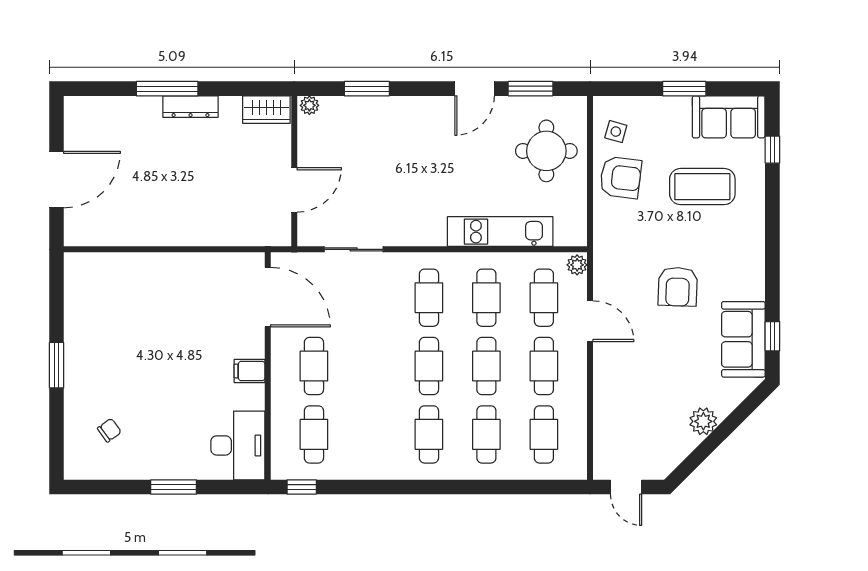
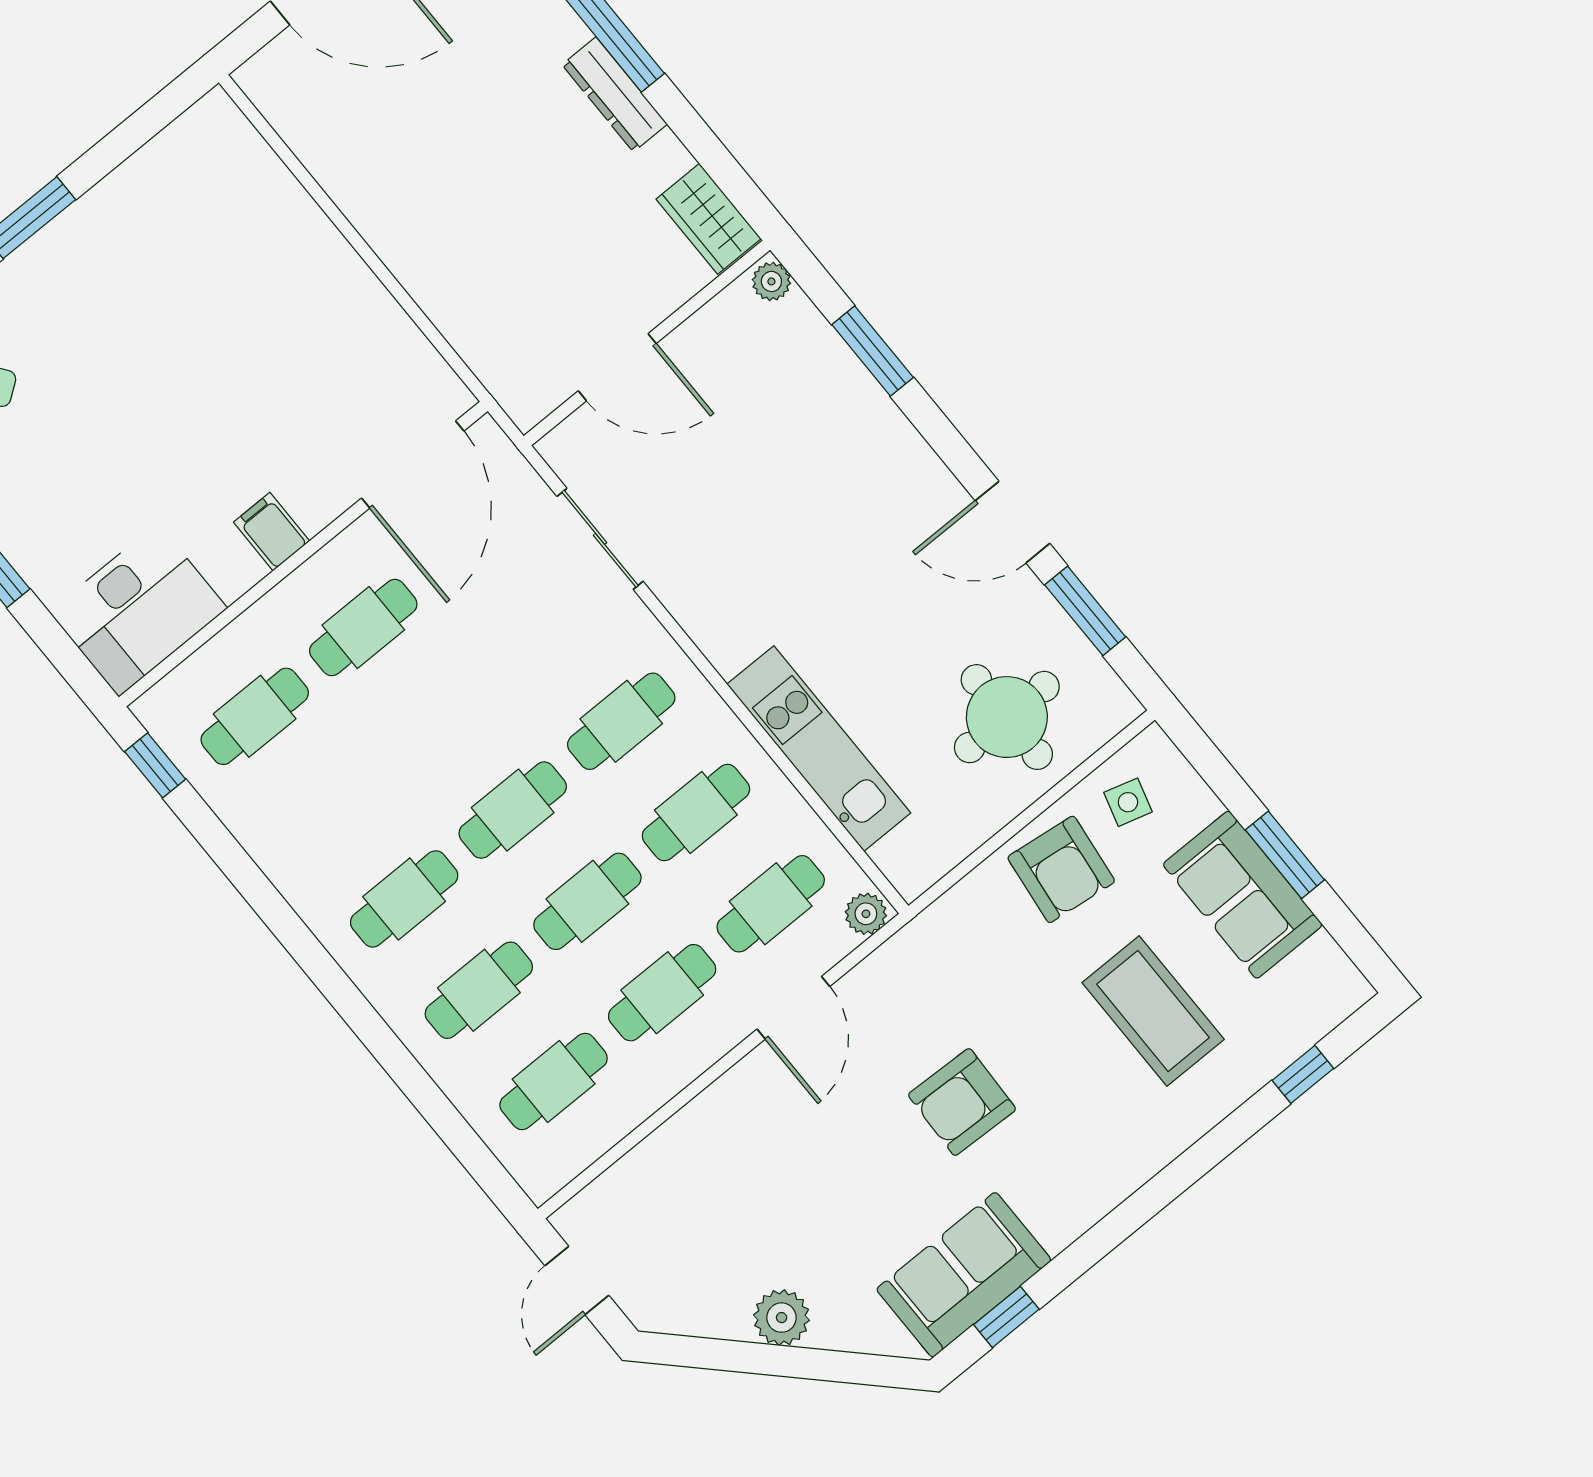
sofa: (729, 117) -> (1243, 895), moved

